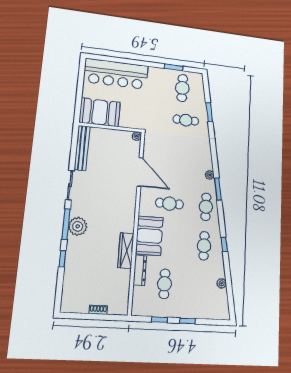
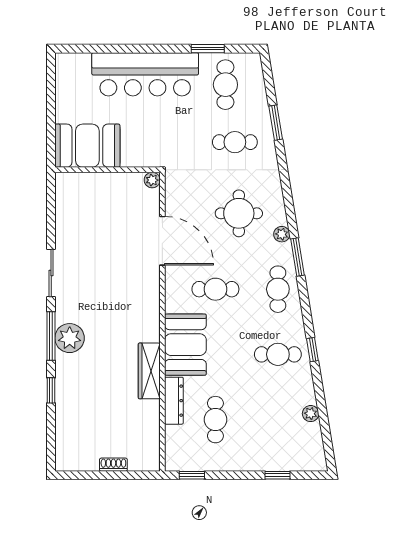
bar counter: (116, 74) -> (145, 74), moved
bench: (82, 148) -> (64, 210), removed
round table: (186, 161) -> (239, 213), added
cafe table: (204, 246) -> (278, 354), turned 90
window: (159, 320) -> (192, 475), moved
window: (188, 321) -> (277, 475), moved

